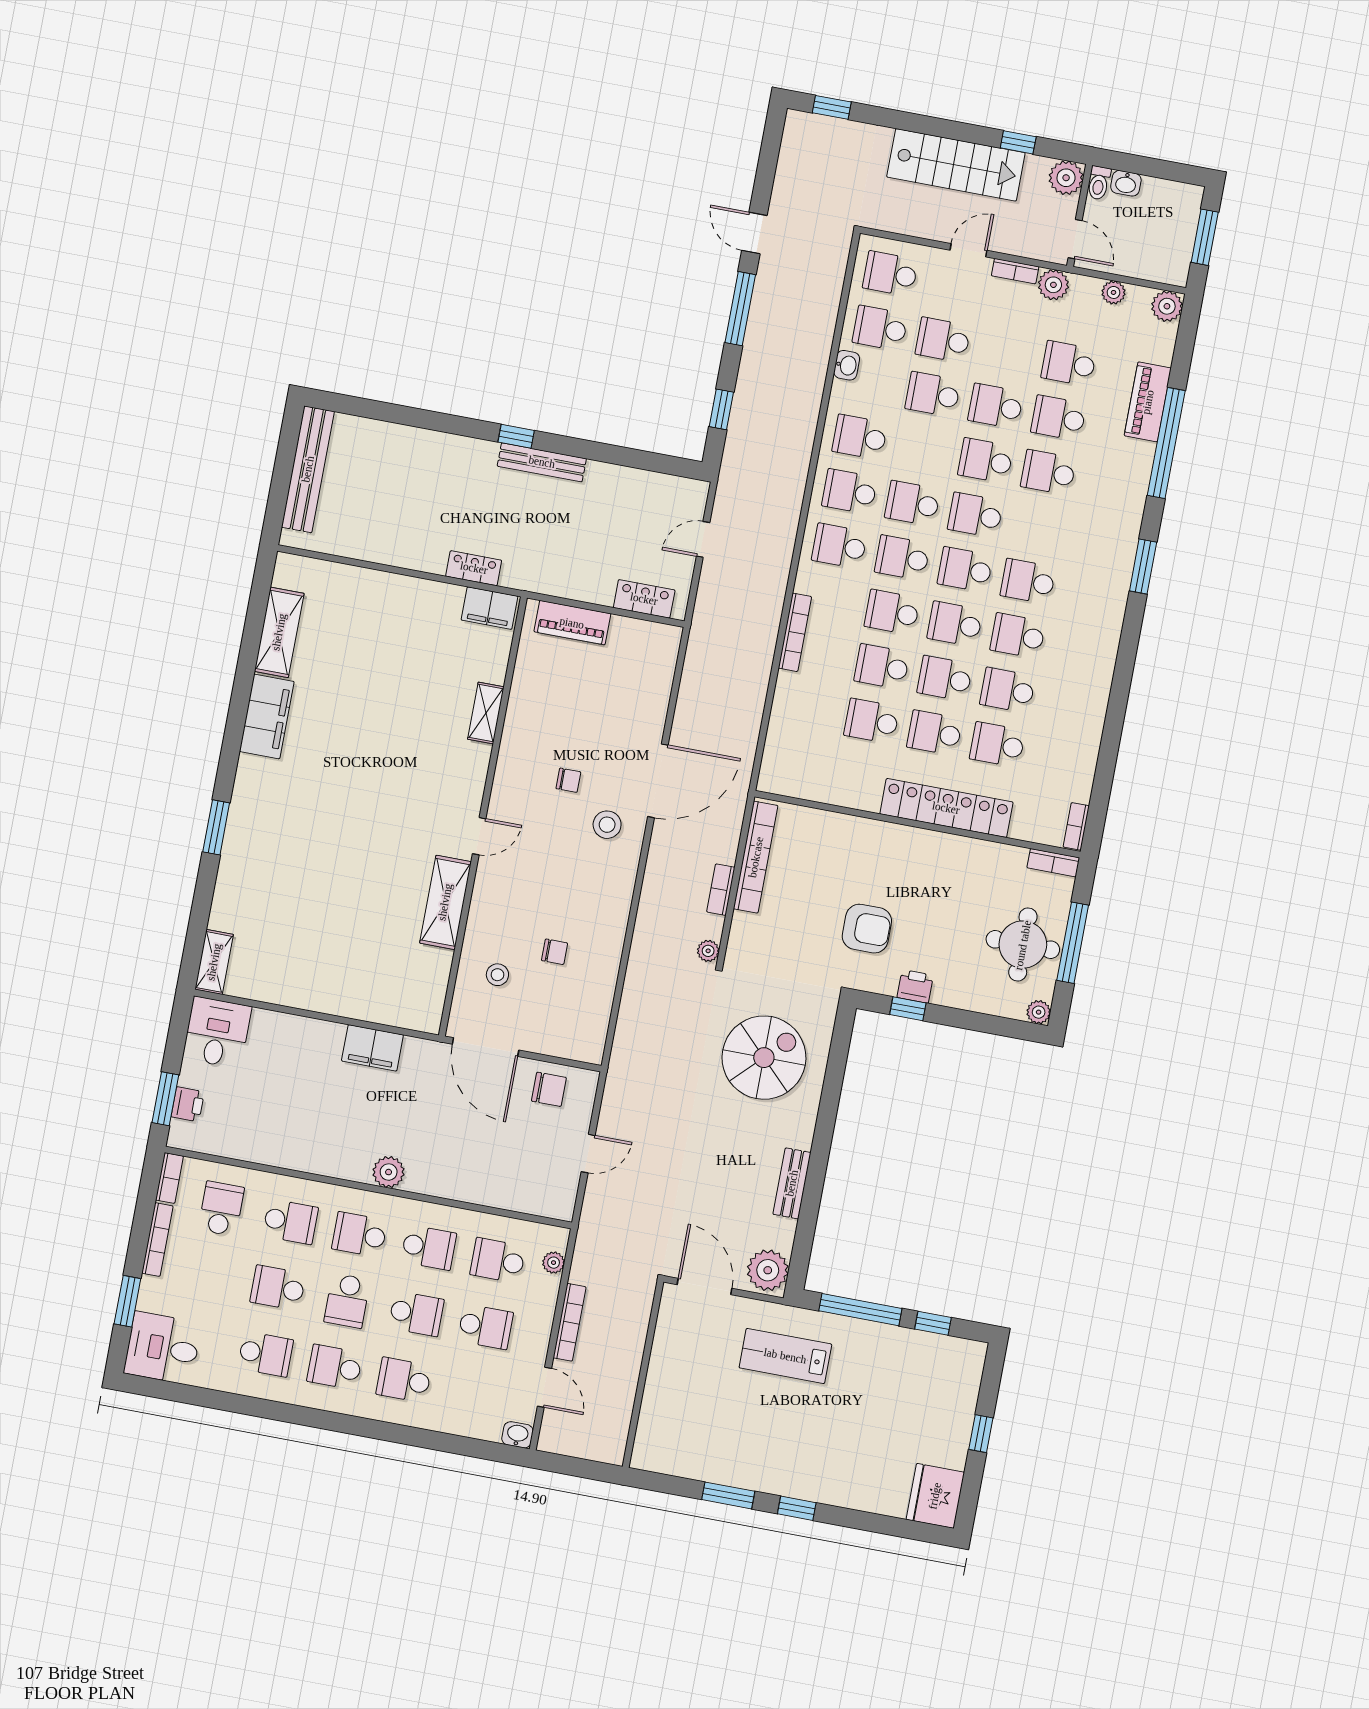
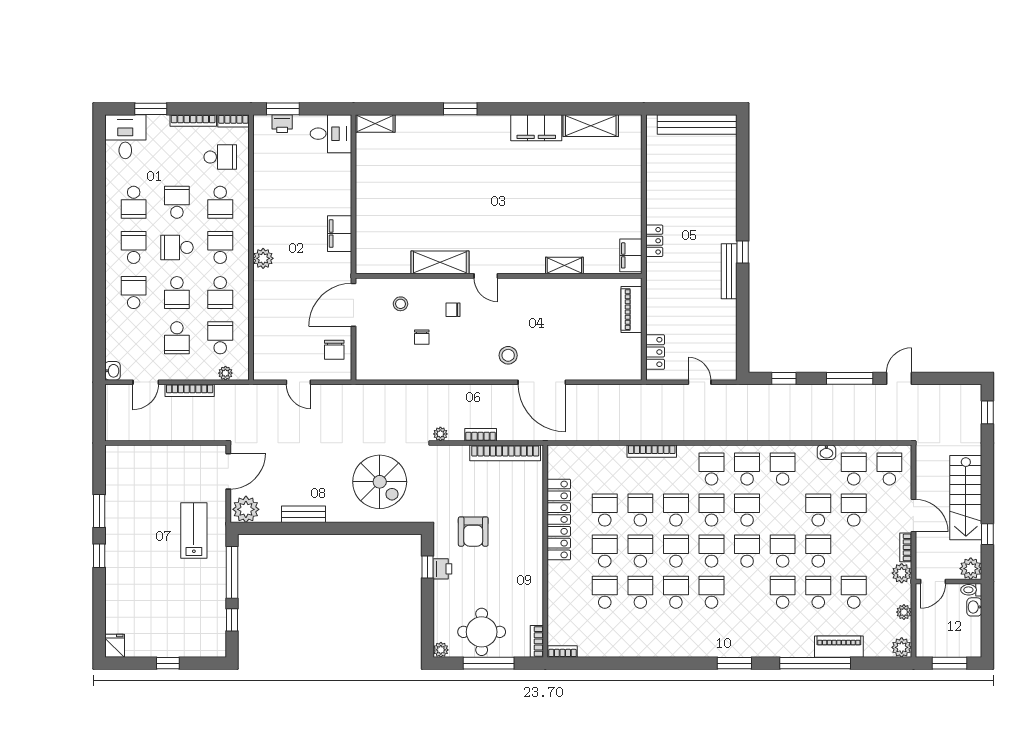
door: (968, 250) -> (913, 516), width x1.38
chair: (568, 780) -> (453, 310), moved, turned 90
locker: (946, 808) -> (559, 519), moved
fridge: (935, 1496) -> (115, 646), width x0.53, depth x0.75

